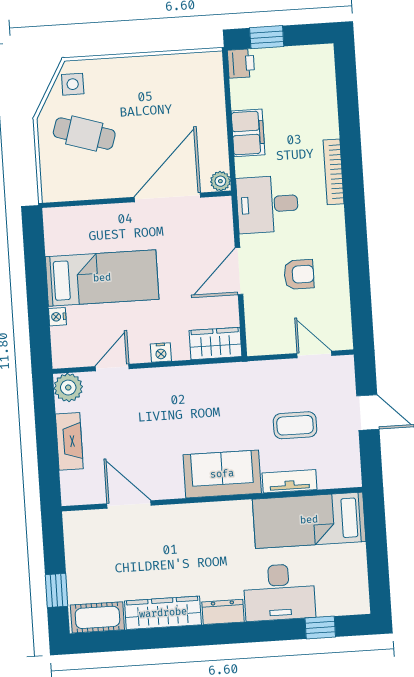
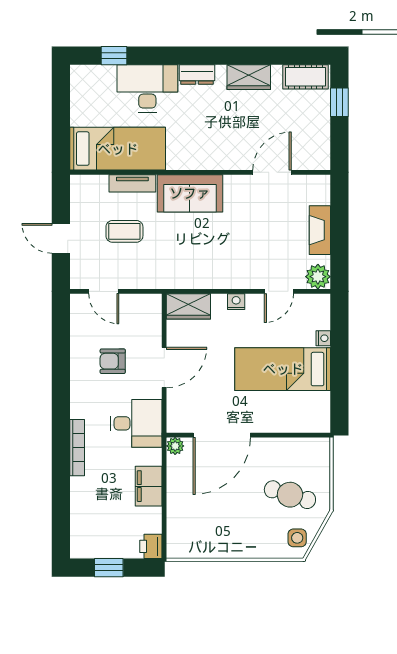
window: (267, 37) -> (109, 568), moved
door: (129, 505) -> (272, 172), swing flipped
wardrobe: (163, 613) -> (249, 77), width x0.67

